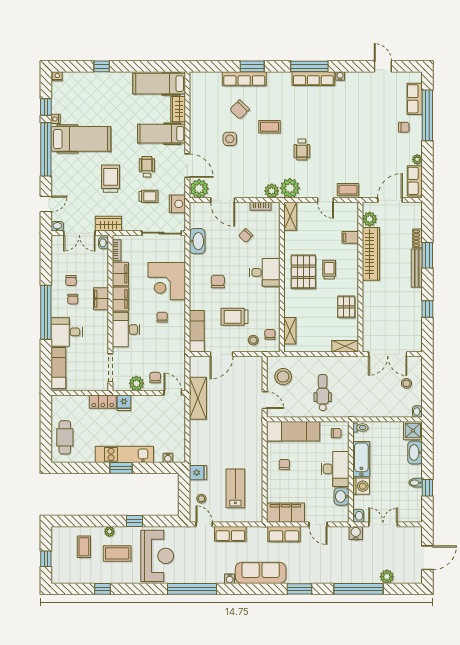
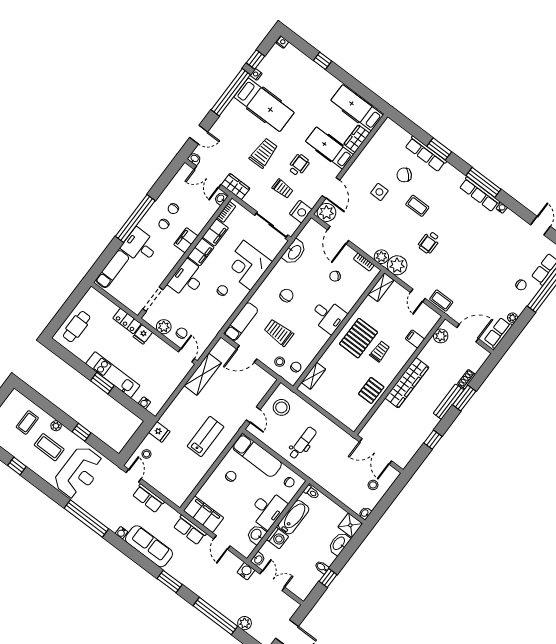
wardrobe: (371, 254) -> (407, 383), moved
shelving: (345, 346) -> (347, 420), removed
lab bench: (235, 488) -> (206, 437), moved

